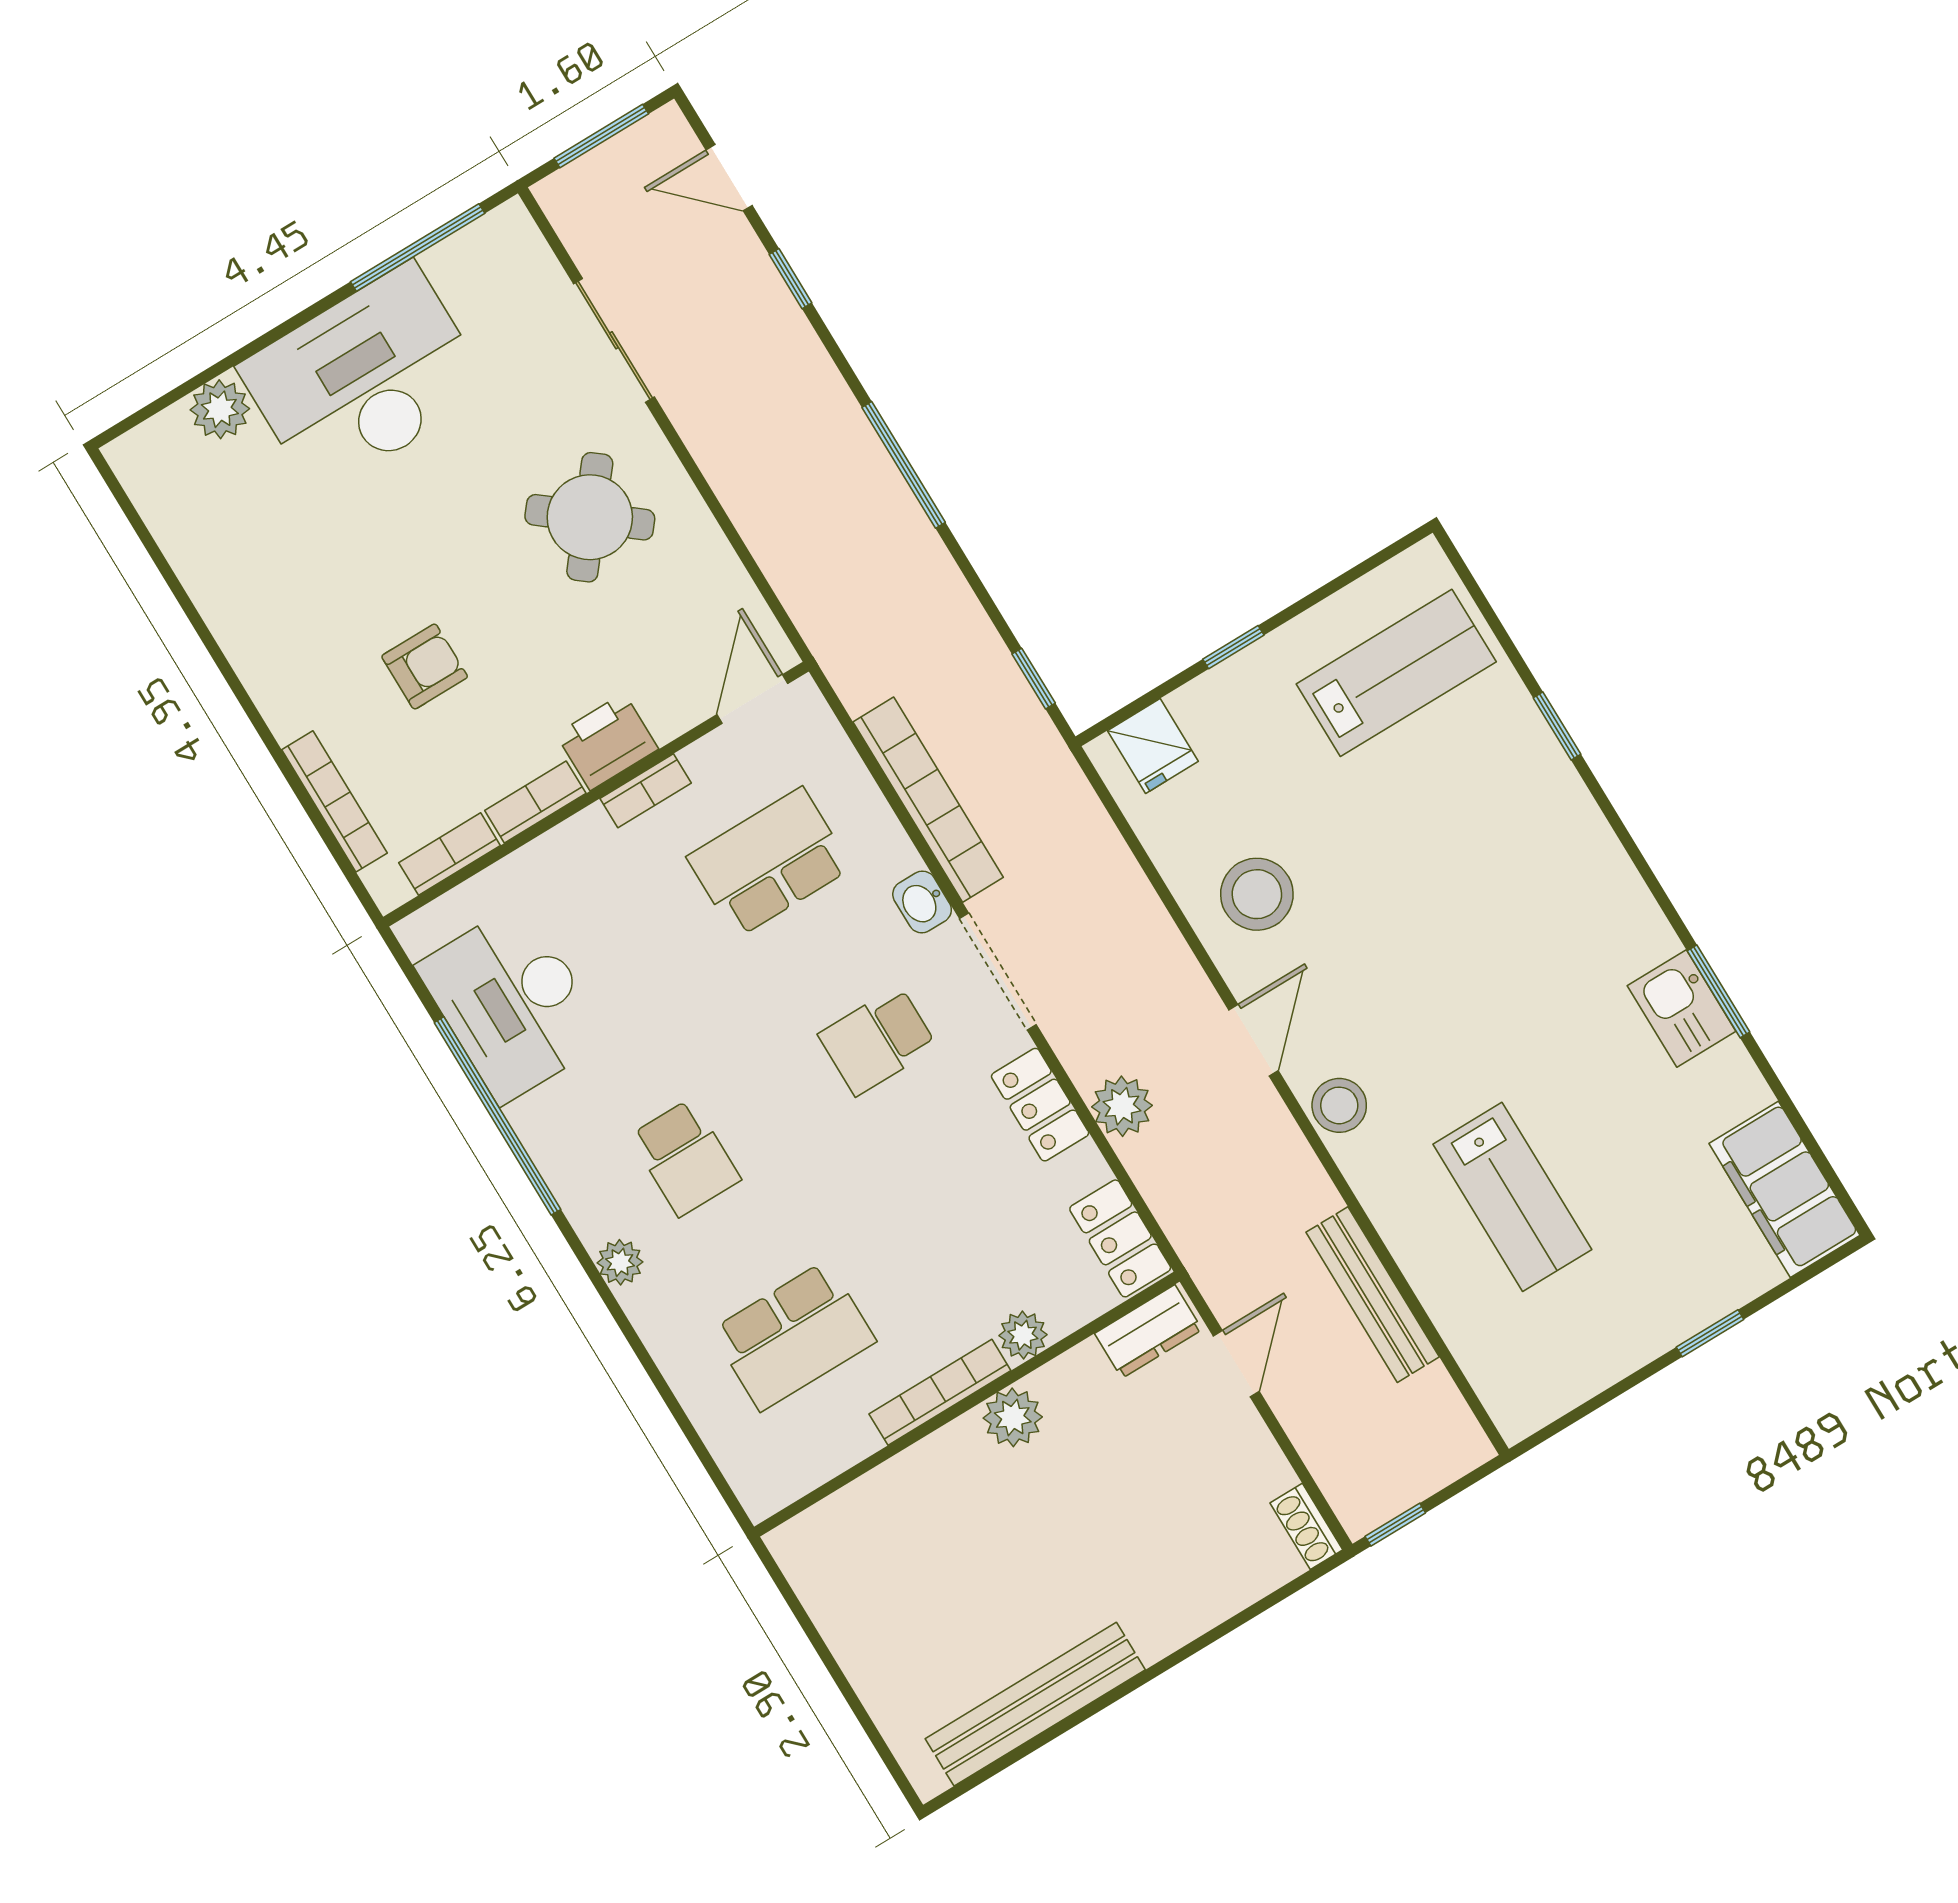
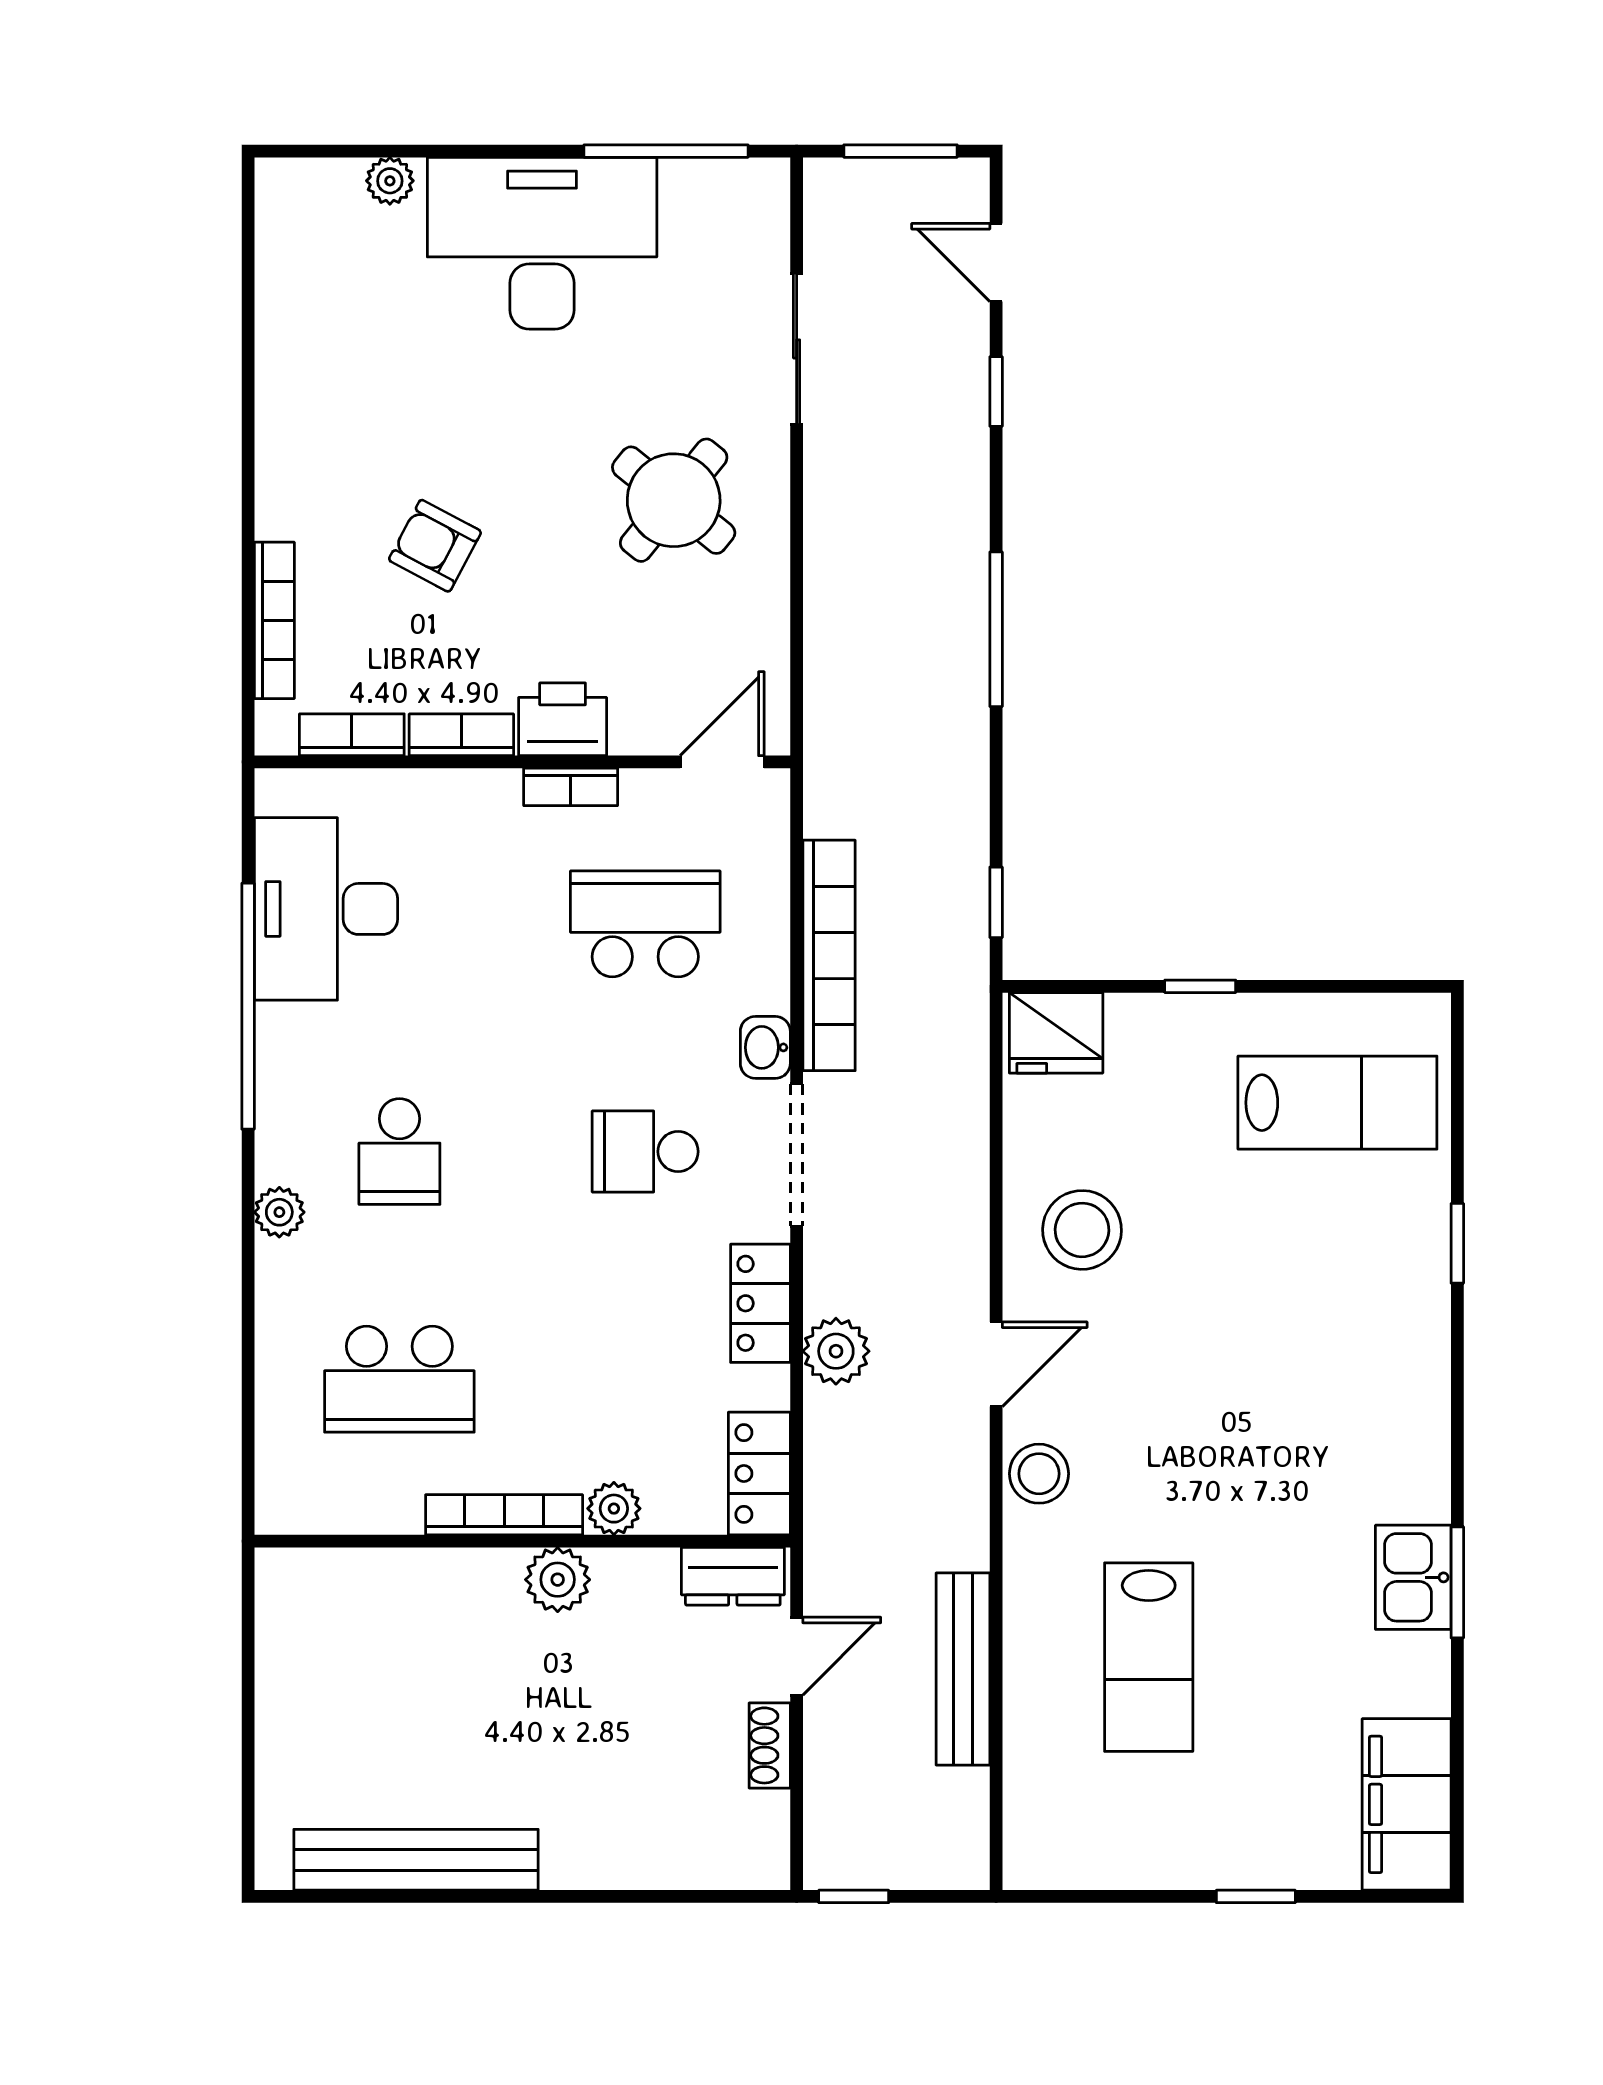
plant: (220, 409) -> (390, 181), width x0.73, depth x0.73
armchair: (425, 667) -> (435, 546), turned -152
fridge: (1153, 746) -> (1056, 1033), width x1.38
shoe rack: (1306, 1526) -> (770, 1745), moved

